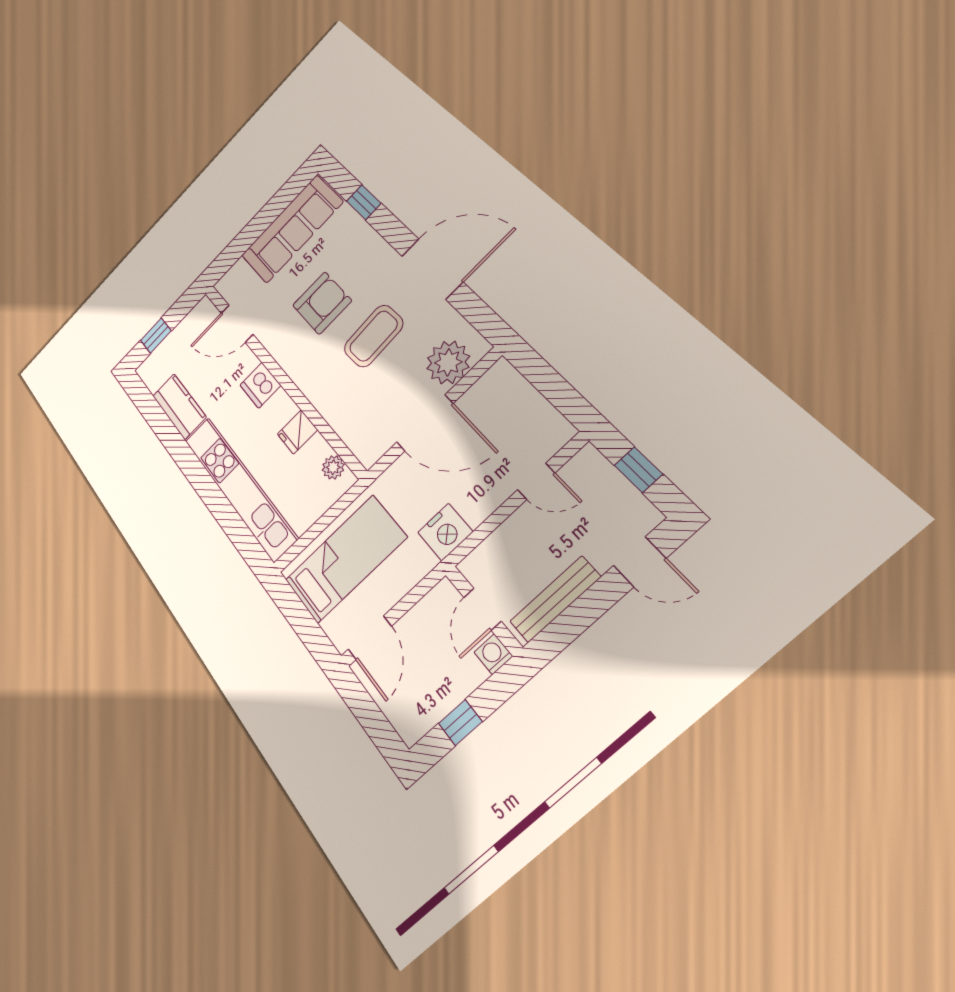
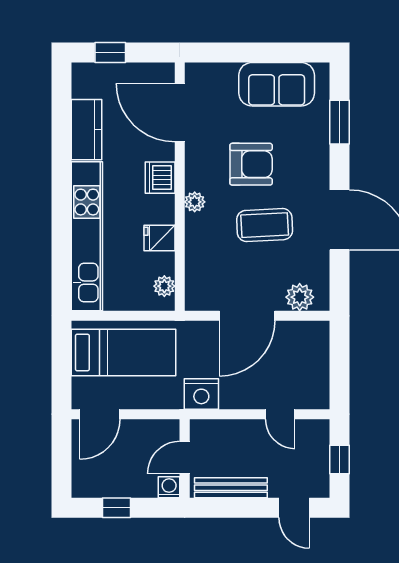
window: (364, 202) -> (340, 122), width x1.50
sofa: (292, 229) -> (277, 84), width x0.73
door: (237, 324) -> (180, 113), width x1.36
plant: (448, 362) -> (300, 297), width x0.73, depth x0.73
plant: (302, 376) -> (195, 202), added
door: (425, 423) -> (247, 316), hinge flipped

